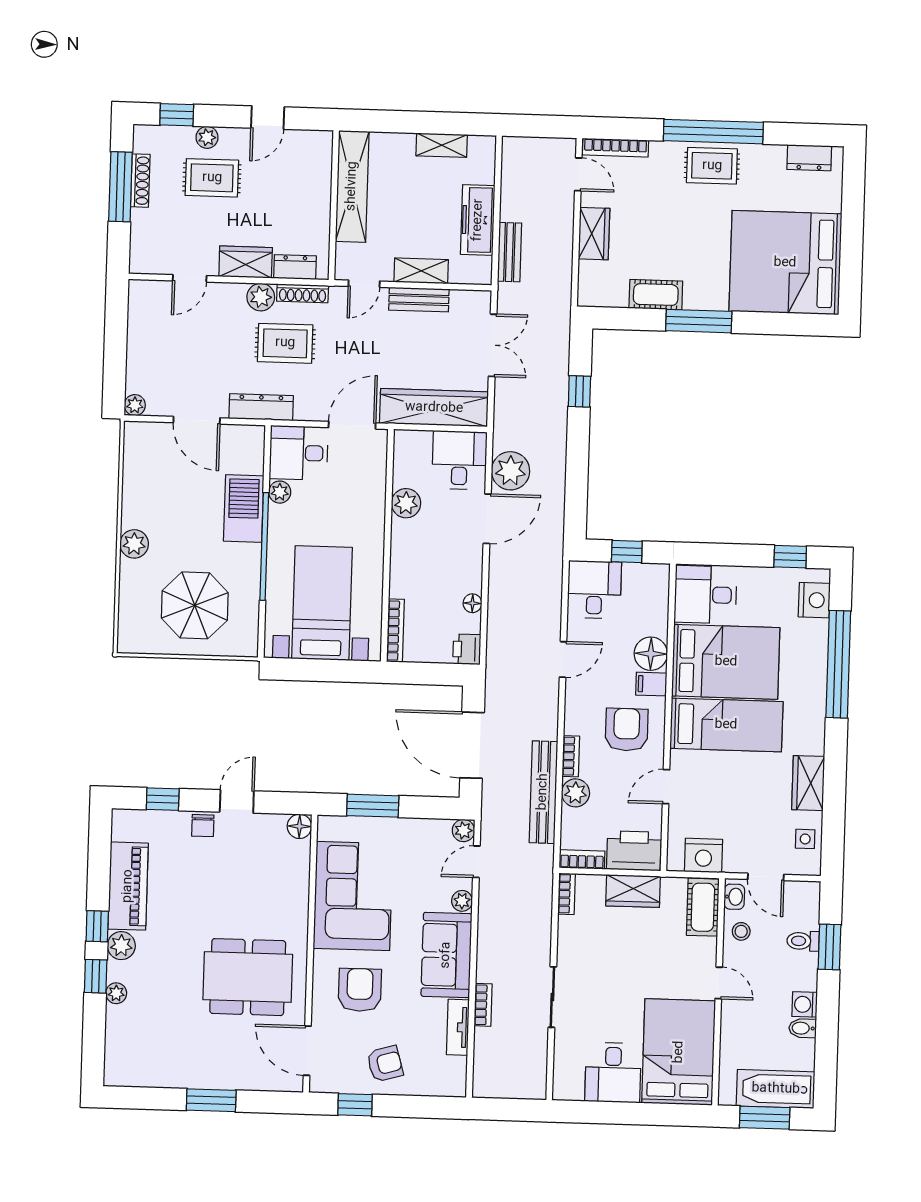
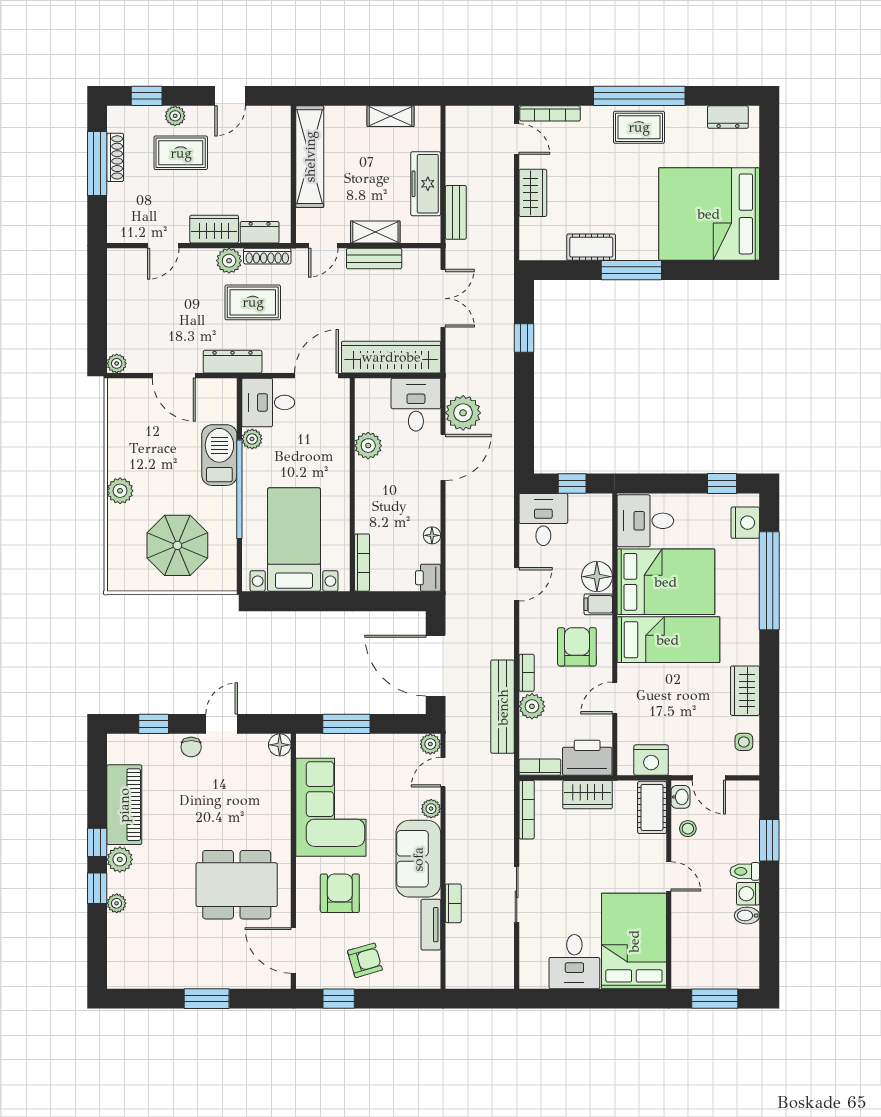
bookcase: (567, 894) -> (527, 810), width x1.56
toilet: (803, 941) -> (745, 871), moved
bathtub: (776, 1089) -> (724, 972), removed

